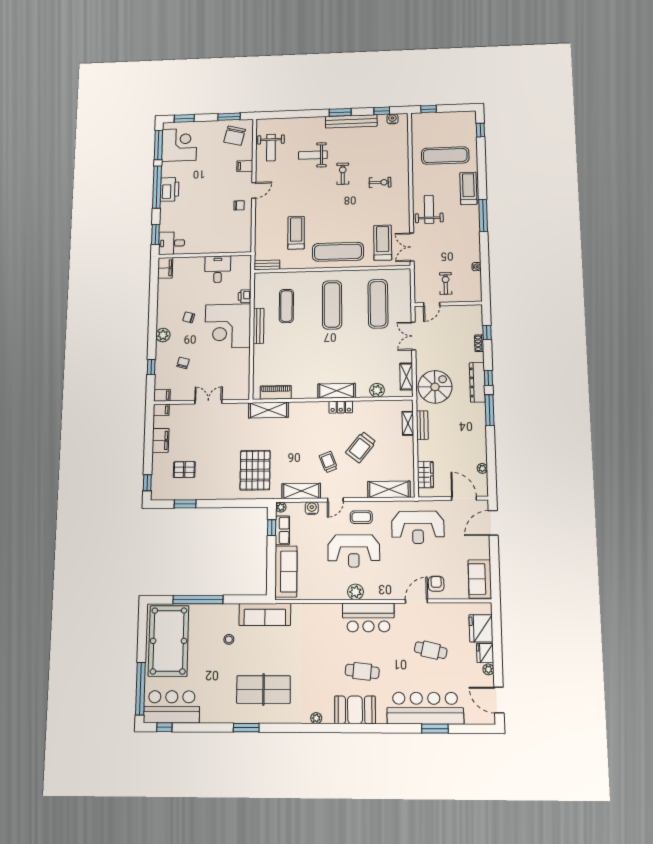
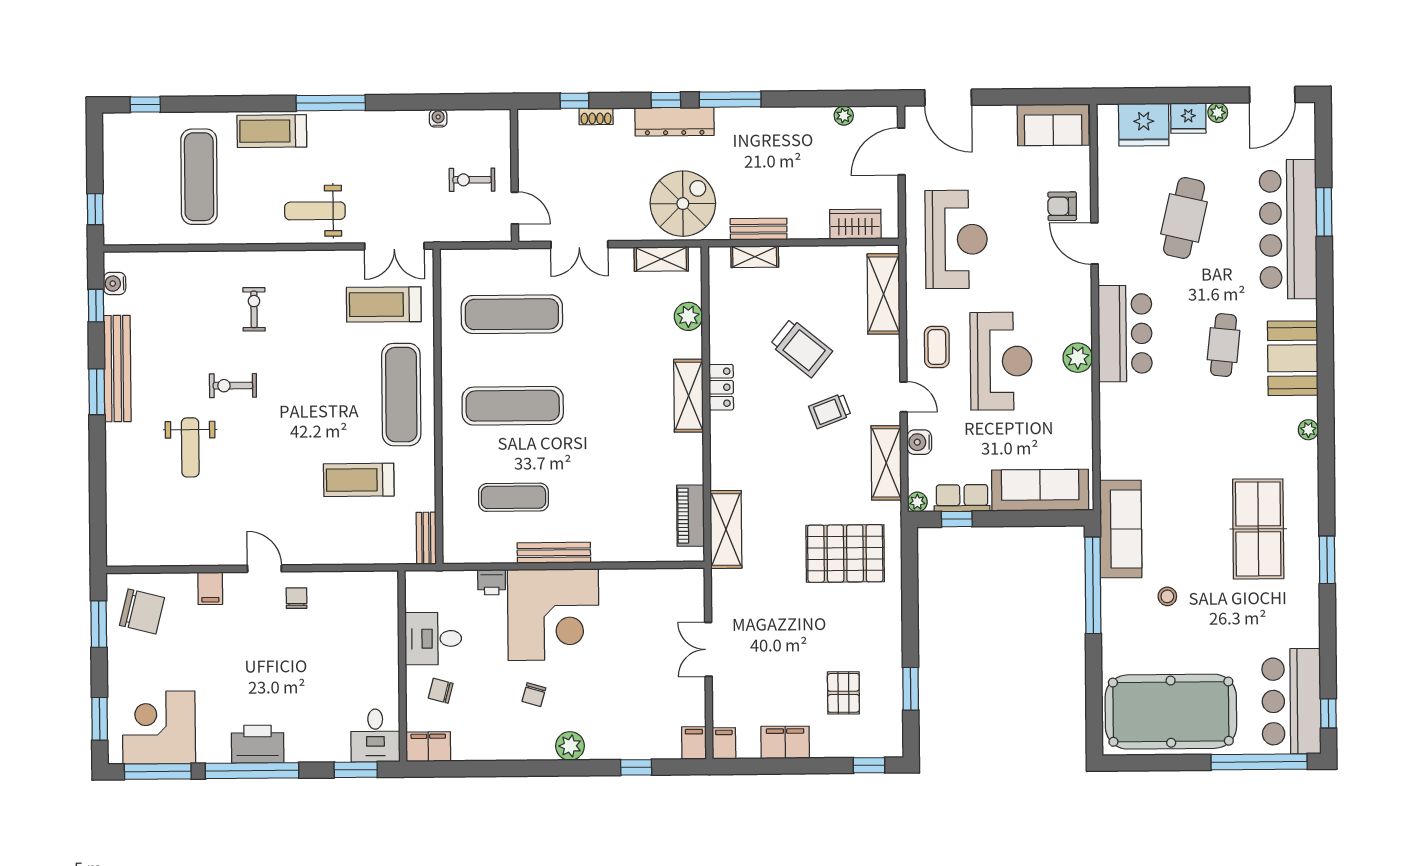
weight bench: (271, 148) -> (171, 535), removed
chair: (183, 363) -> (441, 691), moved
spiral stairs: (435, 387) -> (683, 204), turned 90
window: (198, 600) -> (1093, 585), moved
cafe table: (431, 650) -> (1184, 218), width x1.37, depth x1.35

